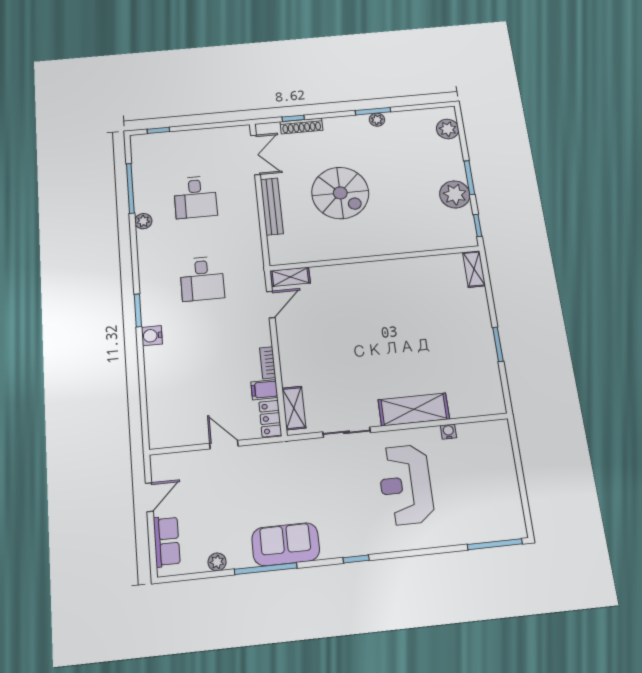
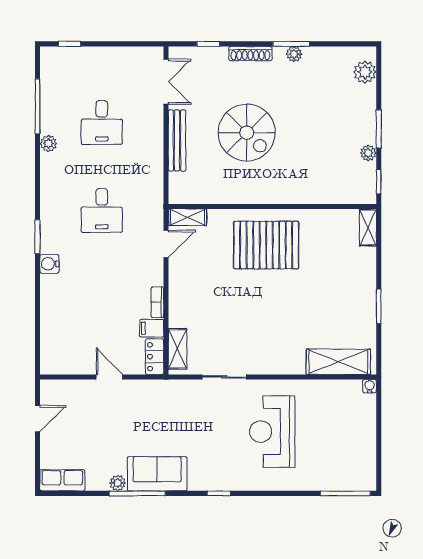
shoe rack: (301, 126) -> (250, 54), moved
plant: (455, 194) -> (368, 153), width x0.53, depth x0.53
pallet: (373, 296) -> (266, 245), added
shelving: (414, 409) -> (338, 362), moved
water cooler: (448, 432) -> (370, 386), moved
row of seats: (167, 541) -> (62, 480), moved, turned -90
plant: (217, 562) -> (118, 483), moved

